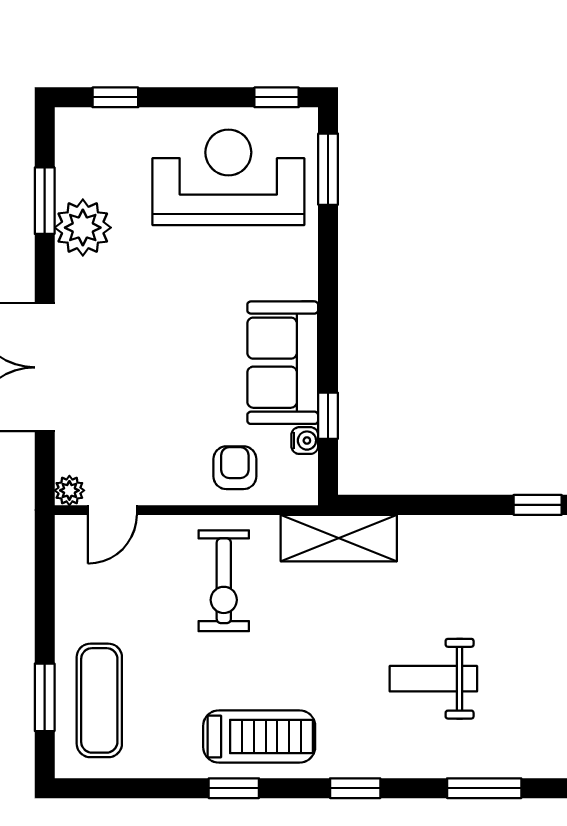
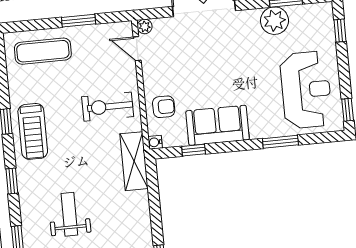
window: (328, 169) -> (280, 142), moved
water cooler: (305, 441) -> (155, 142), moved, turned 90
window: (45, 697) -> (79, 21), moved

